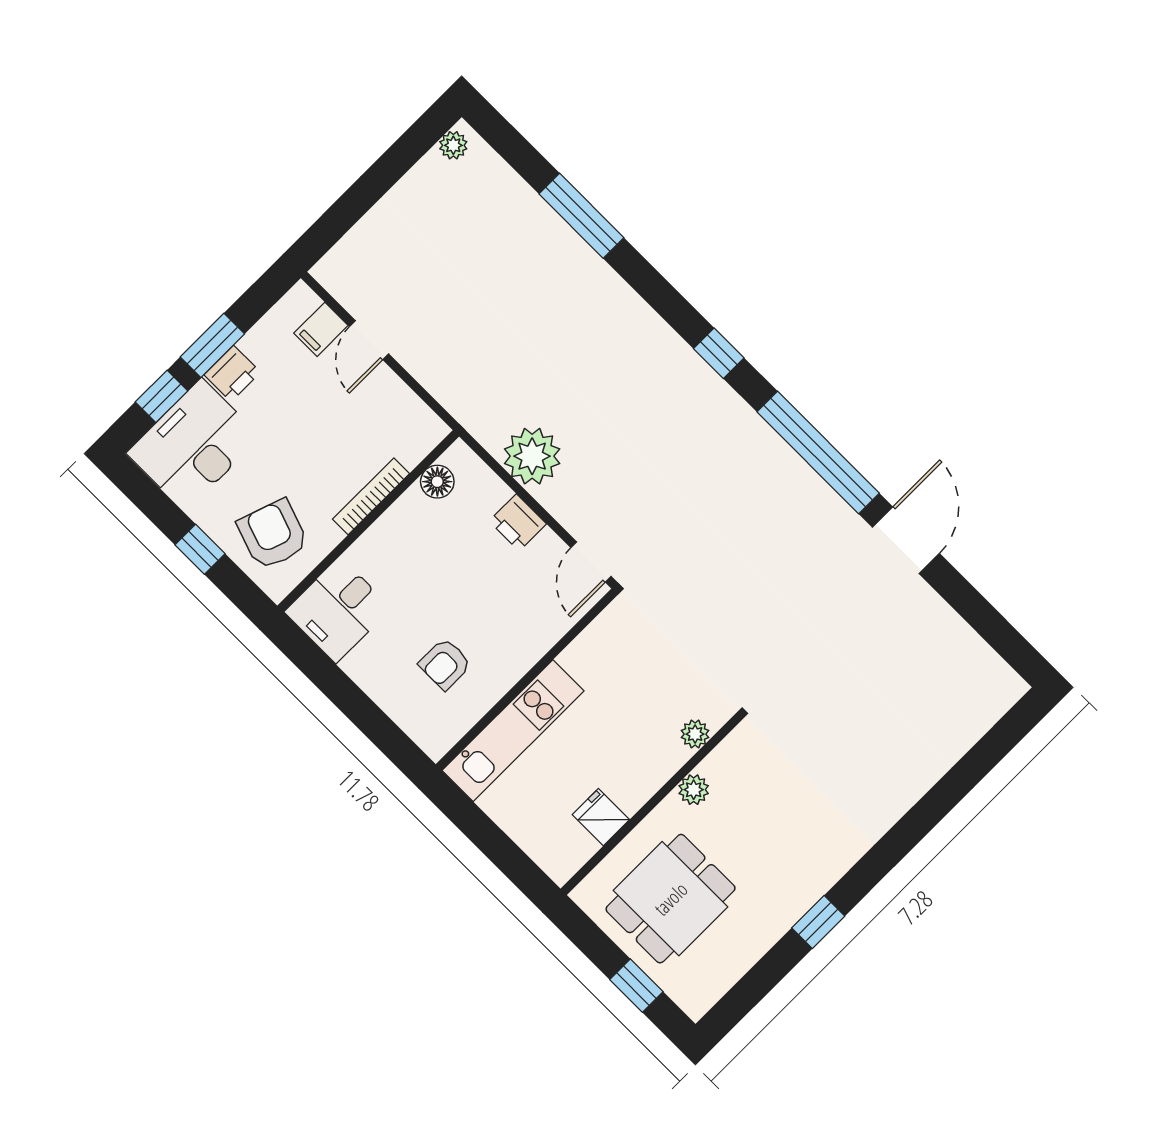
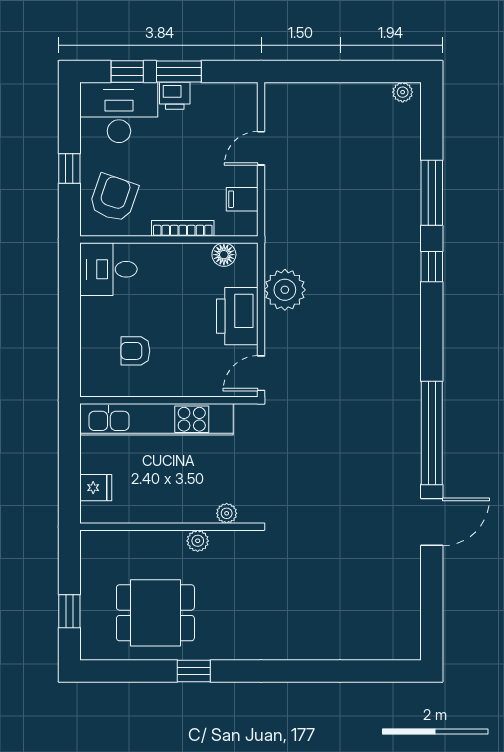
filing cabinet: (321, 329) -> (242, 199), moved
window: (719, 353) -> (432, 267), moved
printer: (518, 522) -> (237, 316), width x1.87, depth x1.48
kitchen unit: (513, 731) -> (156, 419), width x1.36
fridge: (601, 817) -> (96, 488), moved, turned 90
dining table: (671, 899) -> (155, 613), moved

